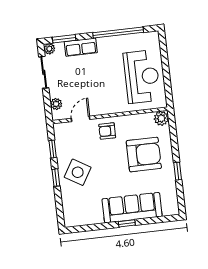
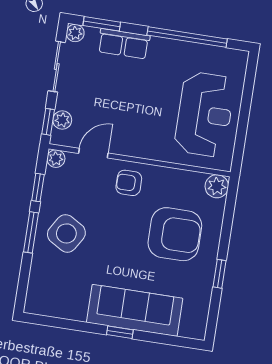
window: (48, 107) -> (48, 122), added
plant: (59, 128) -> (56, 159), added
window: (56, 178) -> (31, 232), width x1.50

